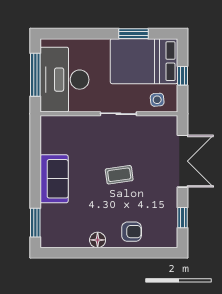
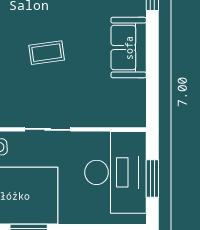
window: (35, 75) -> (152, 179), width x0.69

